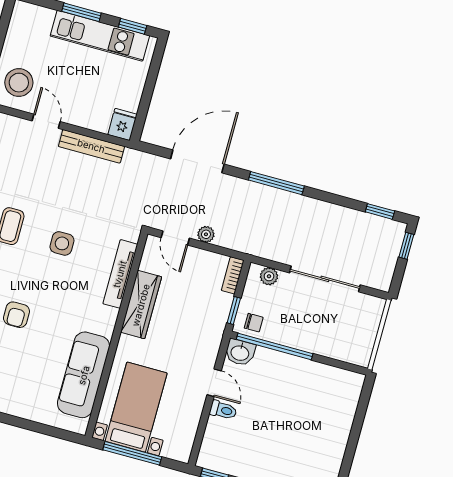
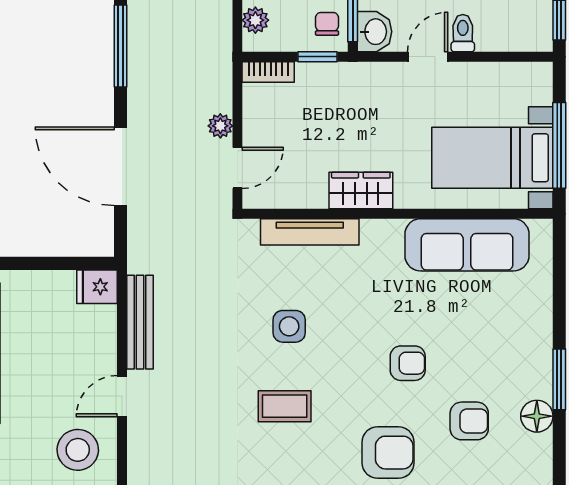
wardrobe: (141, 305) -> (361, 191), width x0.67

